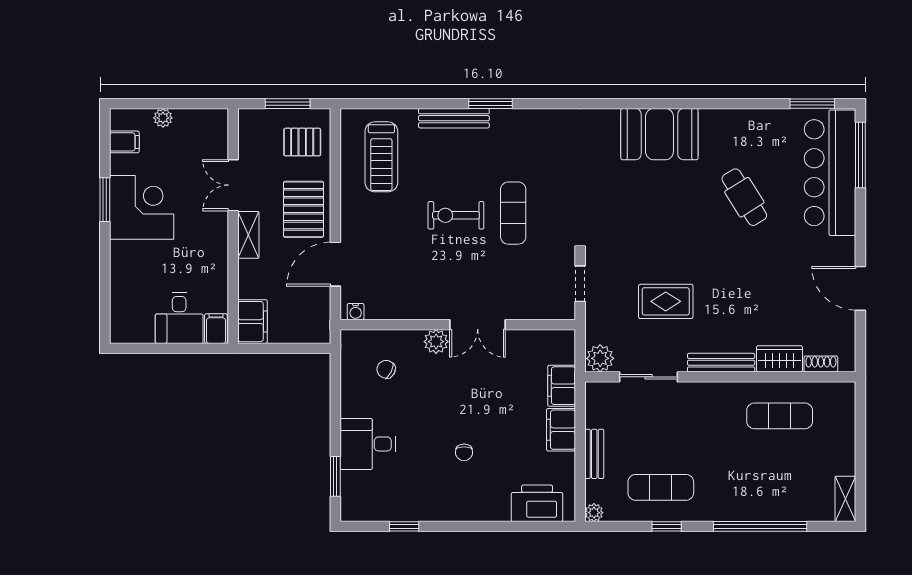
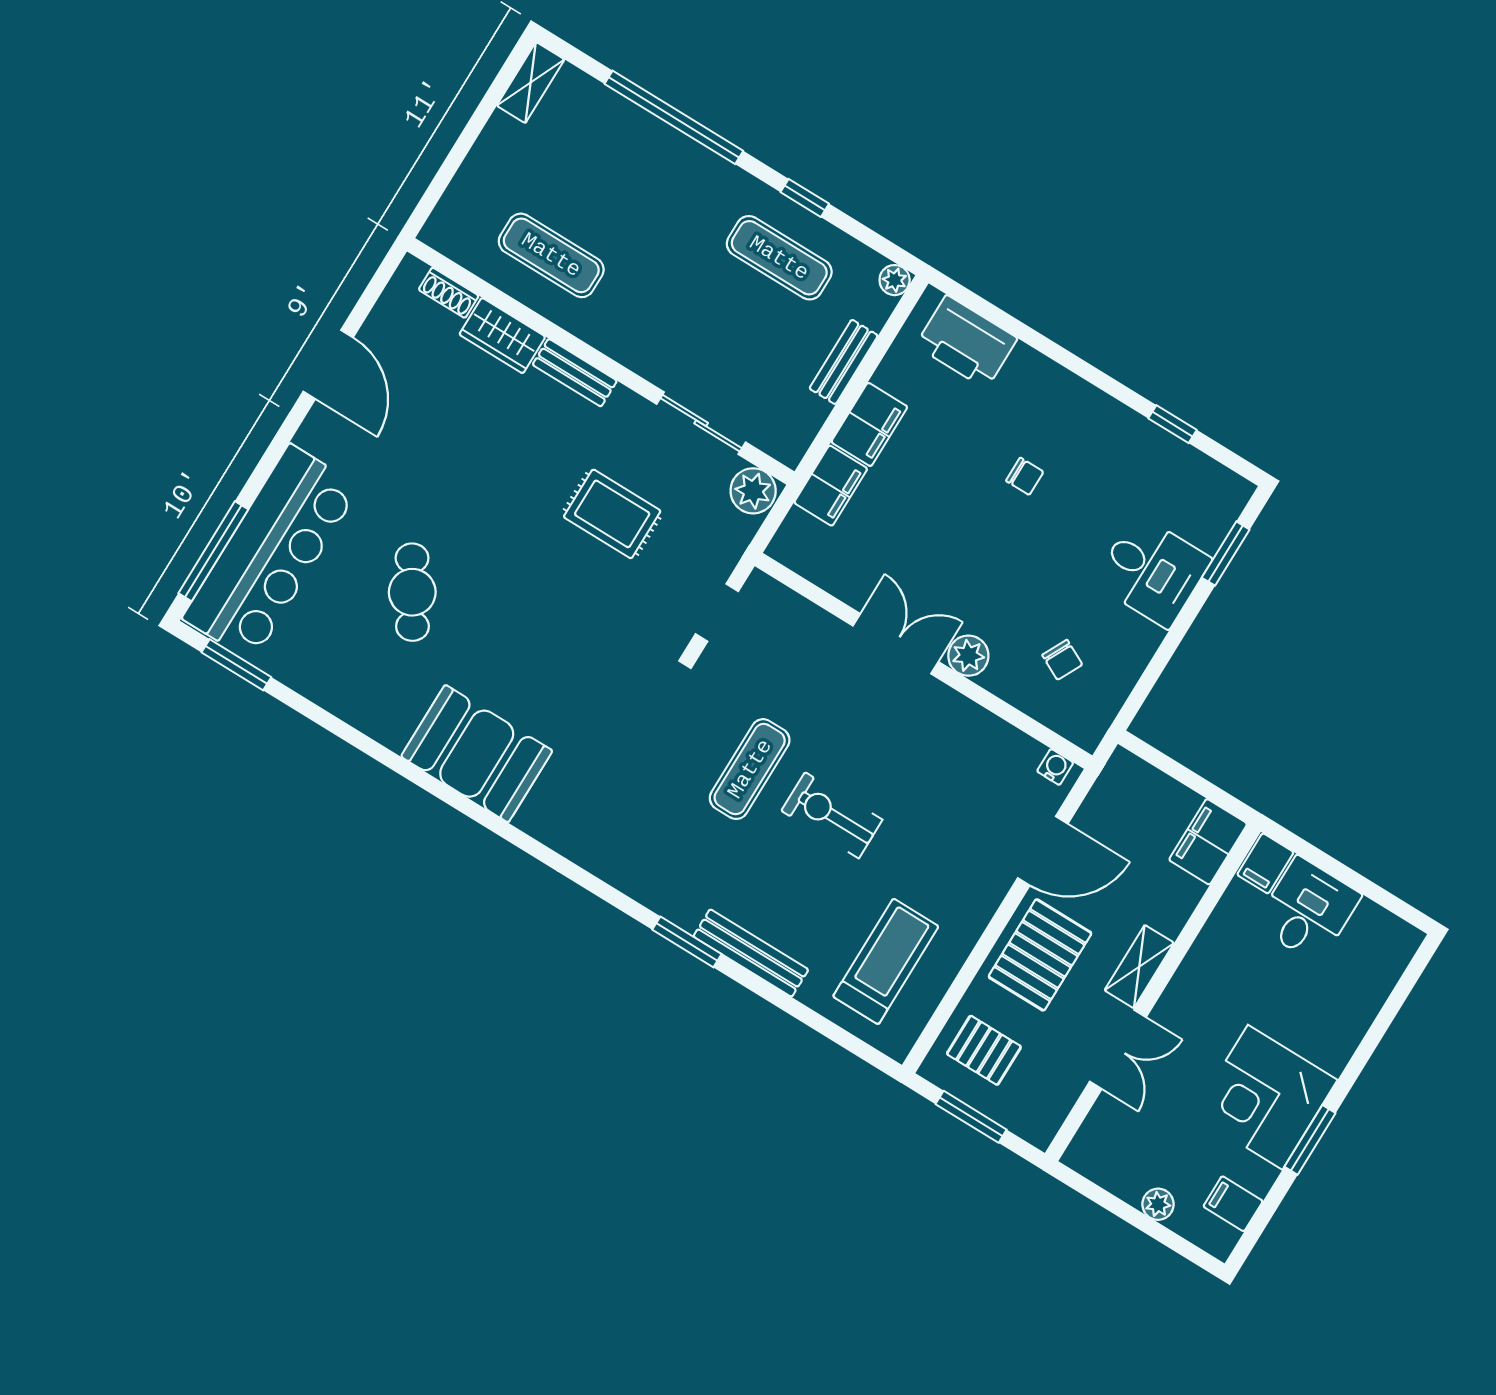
exercise bike: (456, 215) -> (832, 815), turned 180
bench: (721, 363) -> (575, 373), width x0.73
chair: (464, 452) -> (1025, 476), turned 90

